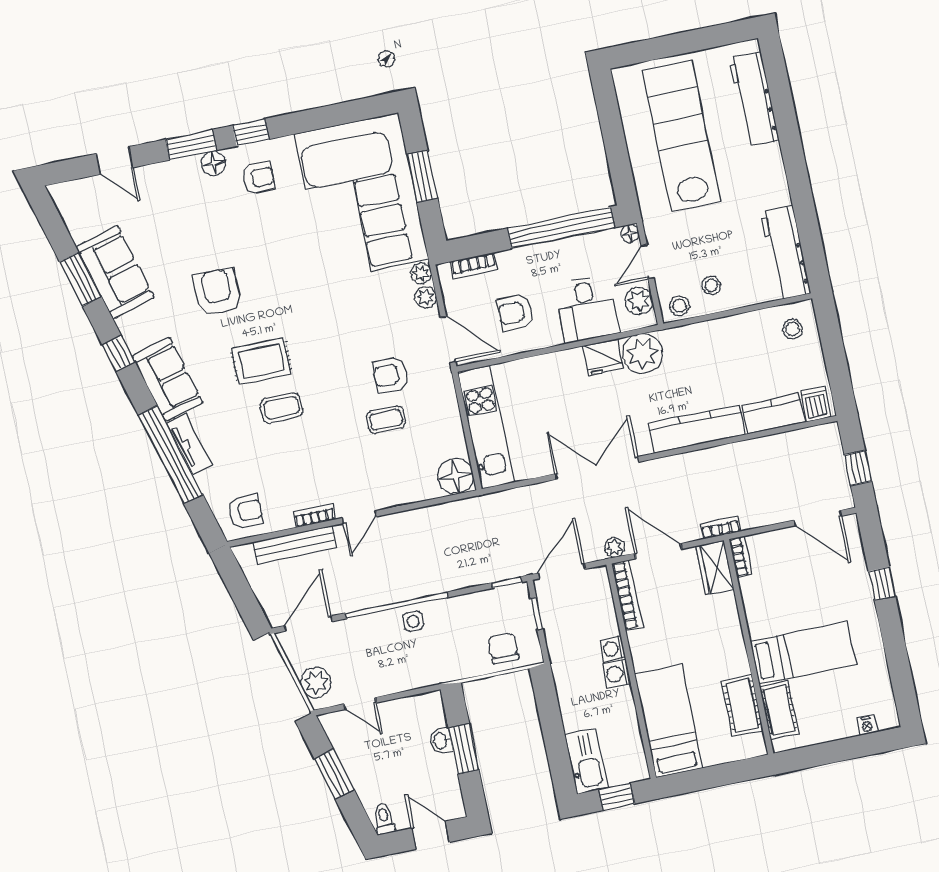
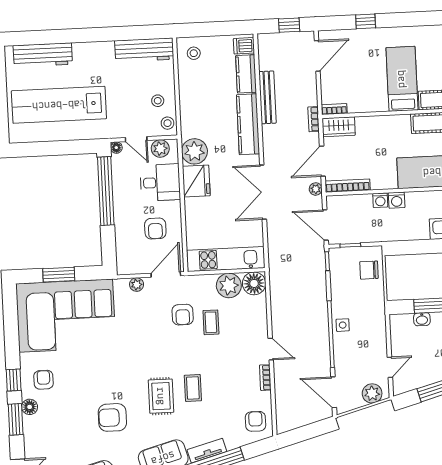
bookcase: (474, 266) -> (121, 251), removed
plant: (421, 273) -> (229, 286), moved, width x1.88, depth x1.88
fridge: (603, 357) -> (196, 181), width x1.36, depth x1.34
bench: (295, 545) -> (267, 97), moved

